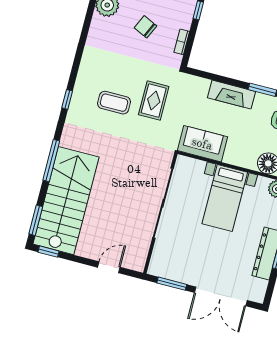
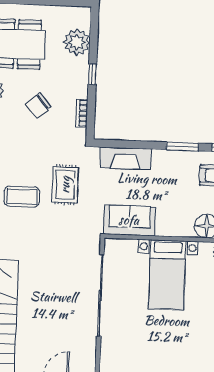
chair: (146, 27) -> (38, 105), turned -65
fireplace: (232, 95) -> (126, 158), moved

